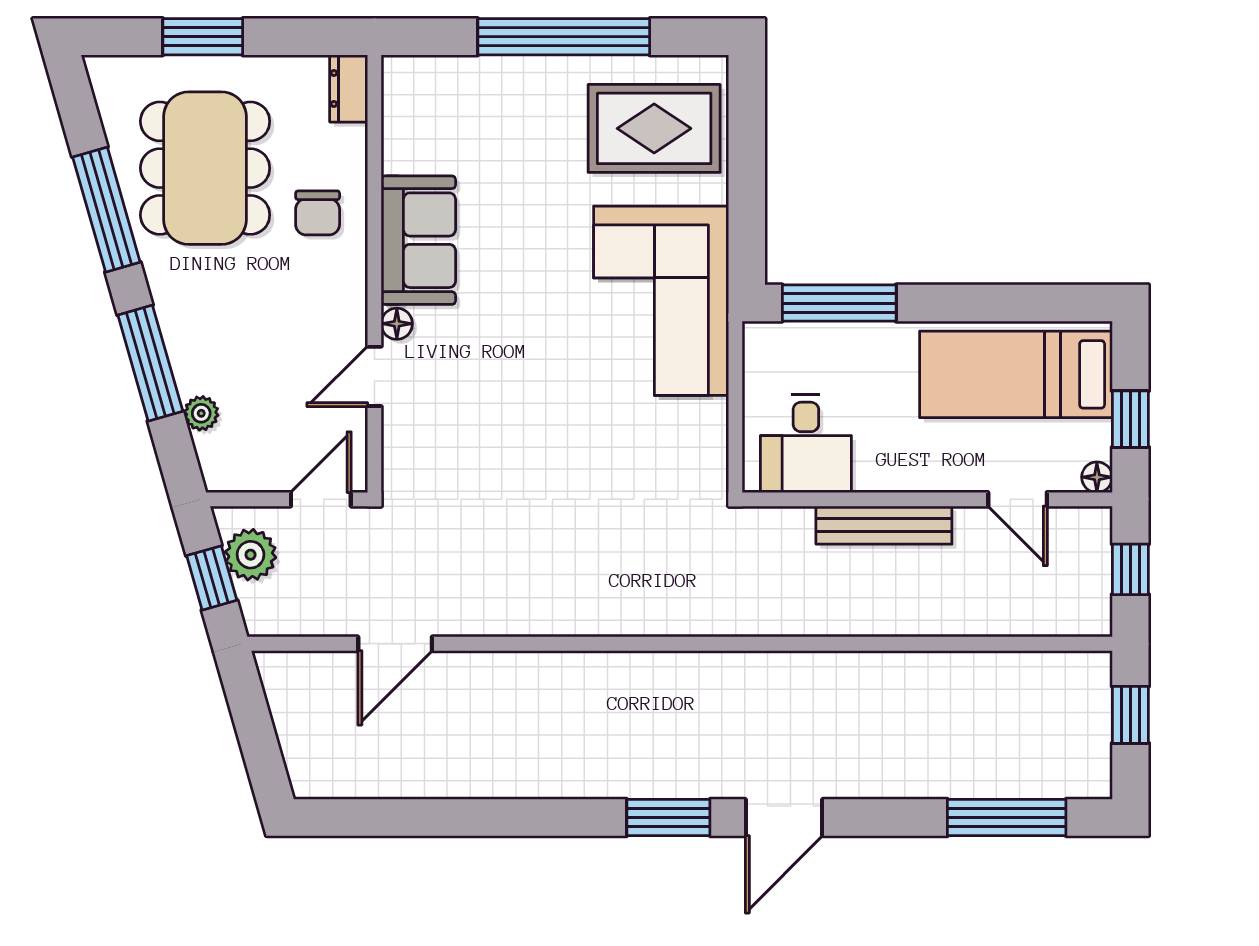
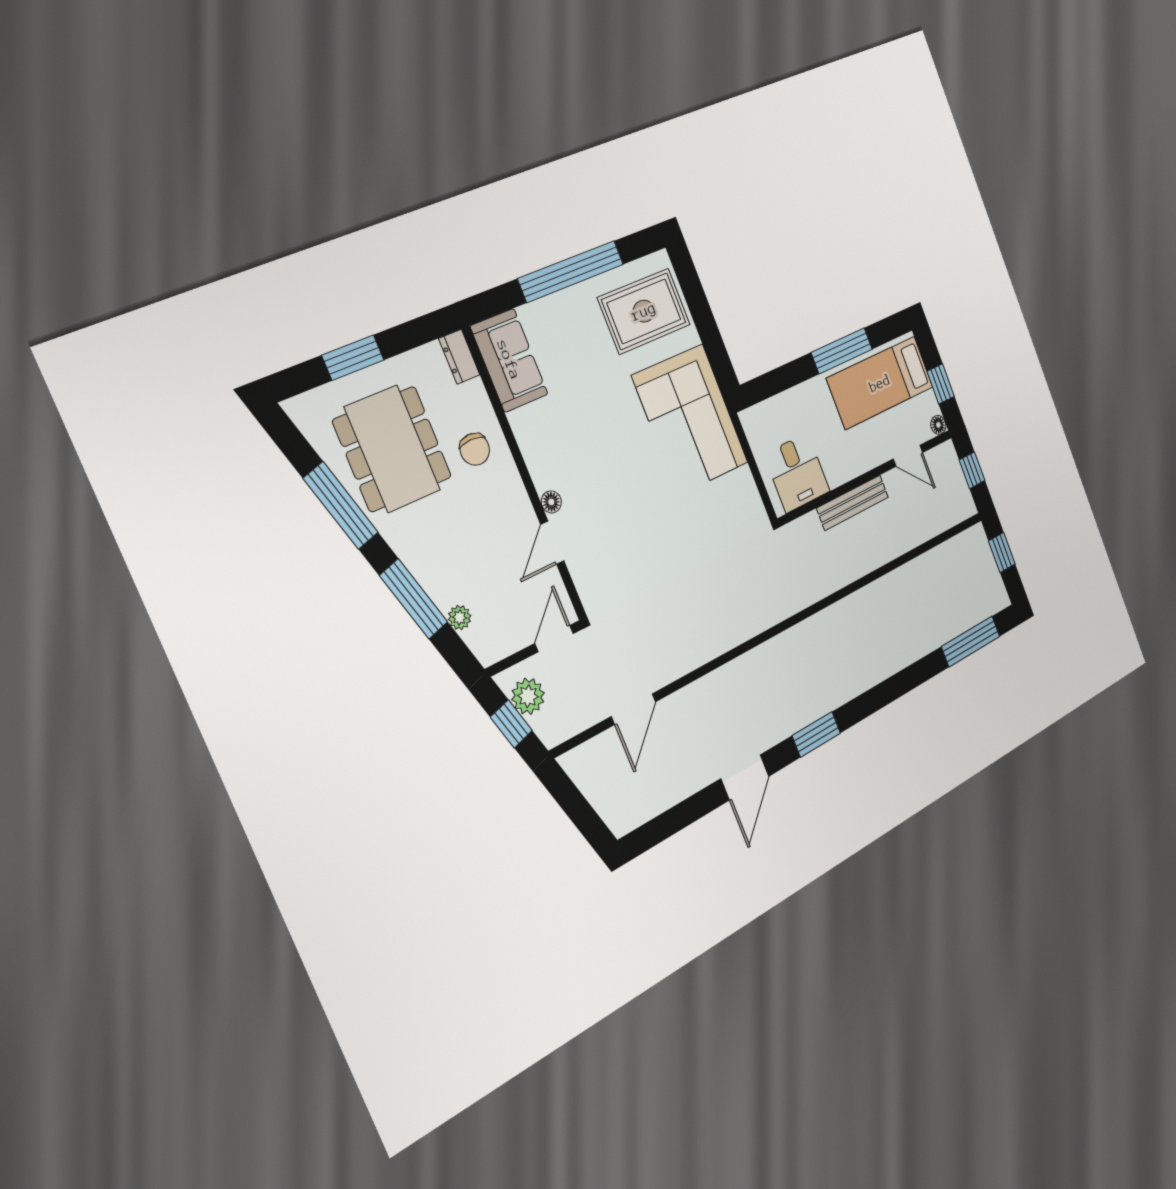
sofa: (418, 240) -> (509, 360), moved
window: (839, 303) -> (842, 351), moved
door: (784, 818) -> (745, 777), moved

